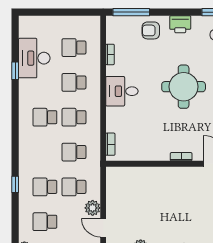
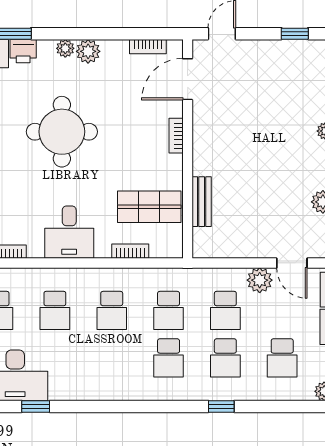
school desk: (45, 117) -> (169, 358), moved
shop shelf: (138, 140) -> (149, 207), added
bookcase: (110, 144) -> (130, 251), moved
bench: (141, 172) -> (202, 202), added
door: (103, 228) -> (292, 263), hinge flipped

